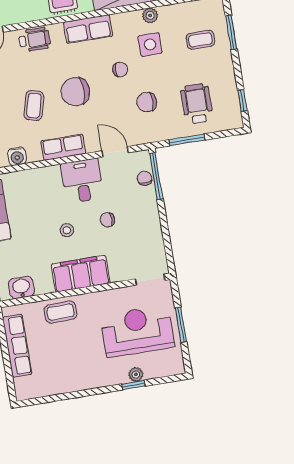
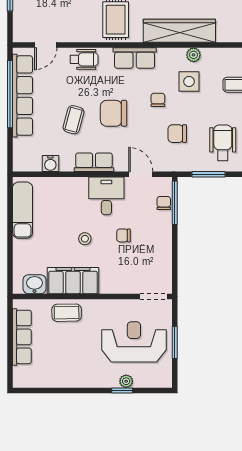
chair: (120, 70) -> (158, 100), turned -90
filing cabinet: (81, 274) -> (73, 281), moved

